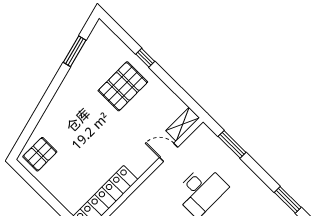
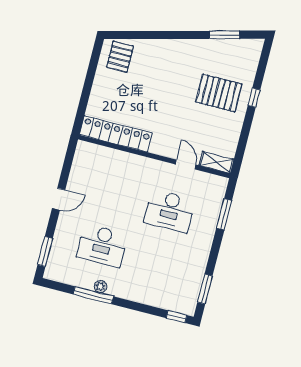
pallet: (40, 154) -> (120, 57), turned 90

